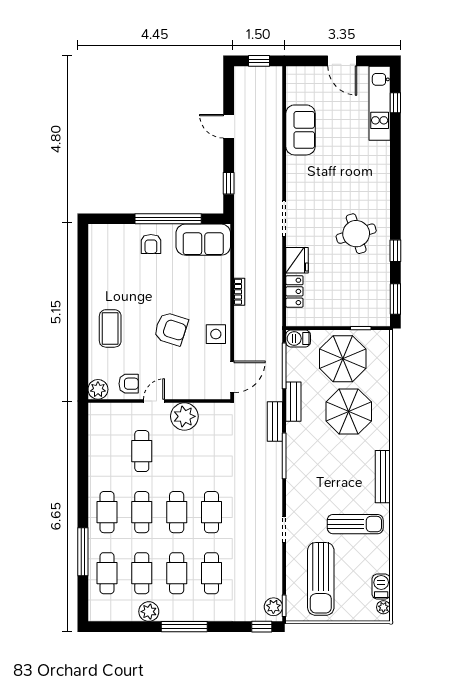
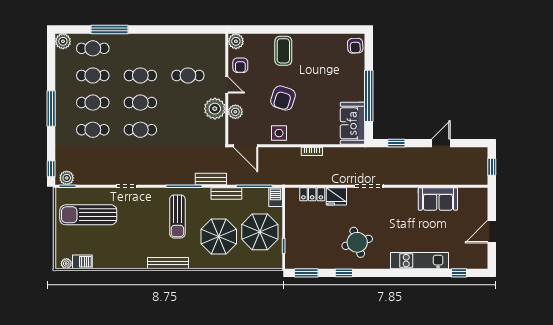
kitchen unit: (380, 103) -> (419, 261), moved
armchair: (151, 244) -> (355, 46), moved, turned -93
coffee table: (110, 328) -> (283, 51), turned 90
plant: (188, 390) -> (235, 112), added
cafe table: (107, 512) -> (140, 48), removed
sun lounger: (355, 524) -> (177, 216), moved
plant: (149, 612) -> (63, 41), moved

